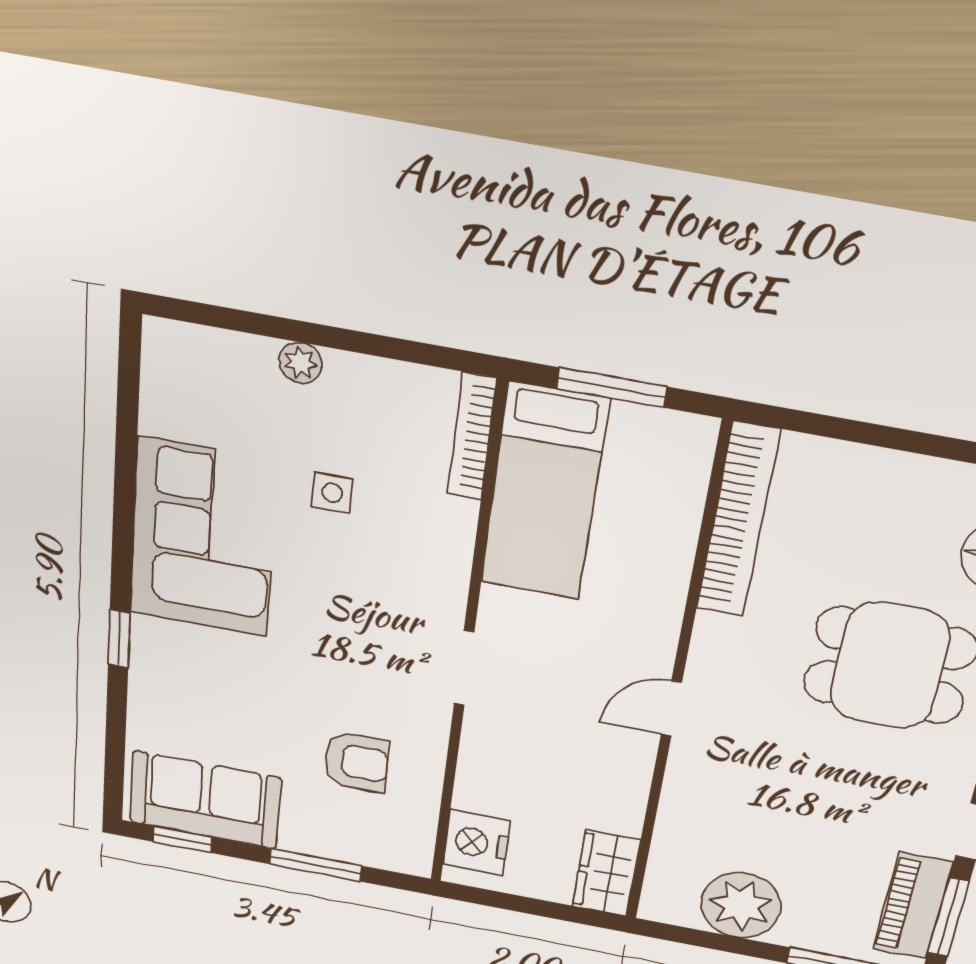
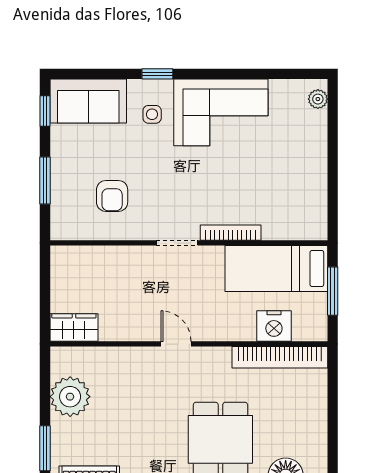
plant: (300, 363) -> (318, 99), moved
bookcase: (472, 437) -> (231, 233), moved
side table: (332, 493) -> (152, 114), moved
sofa: (205, 800) -> (88, 101), moved, turned 90
nightstand: (476, 843) -> (274, 326), moved, turned 180

